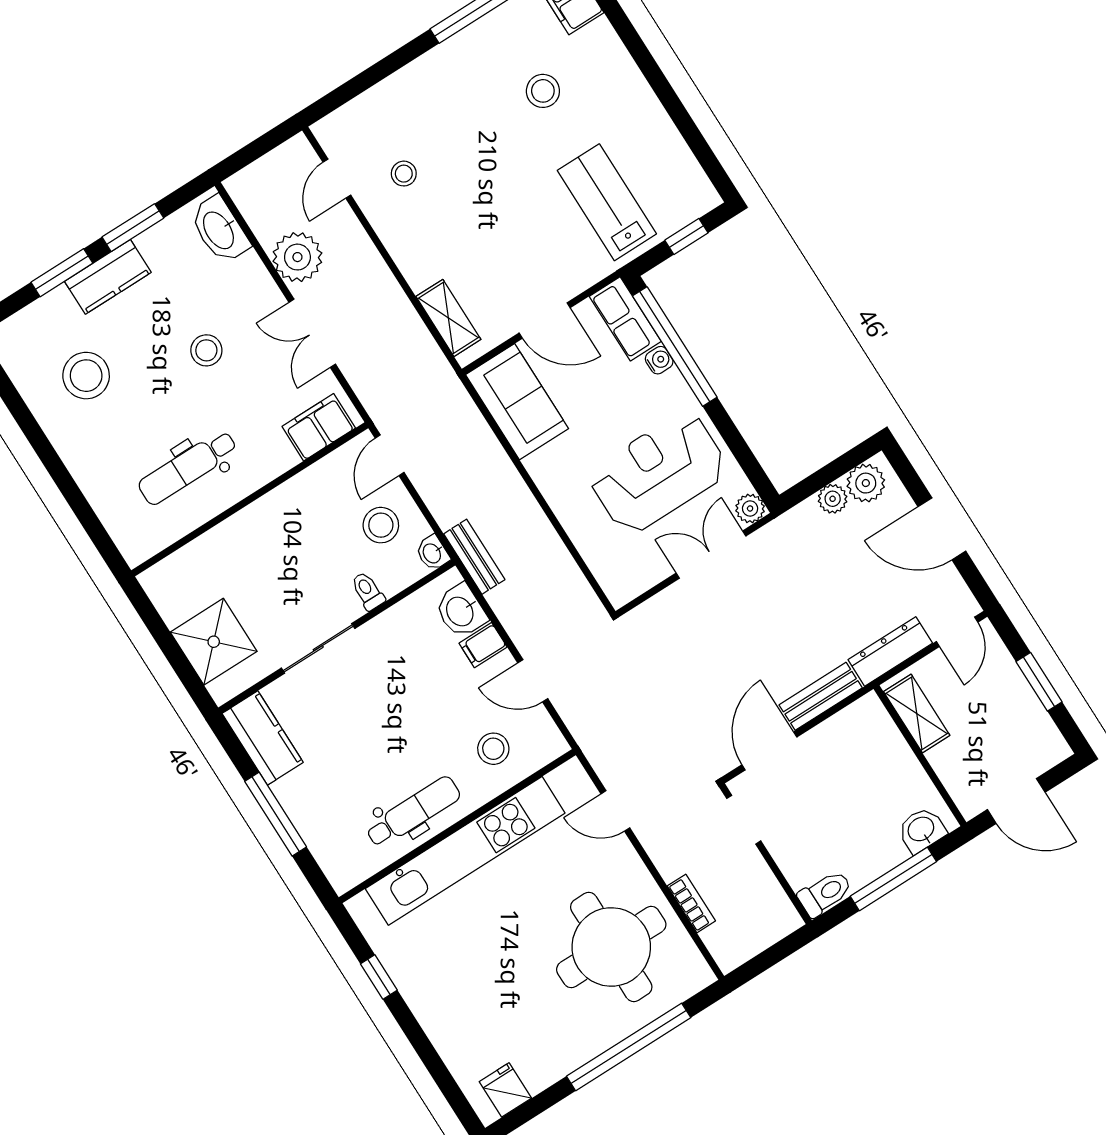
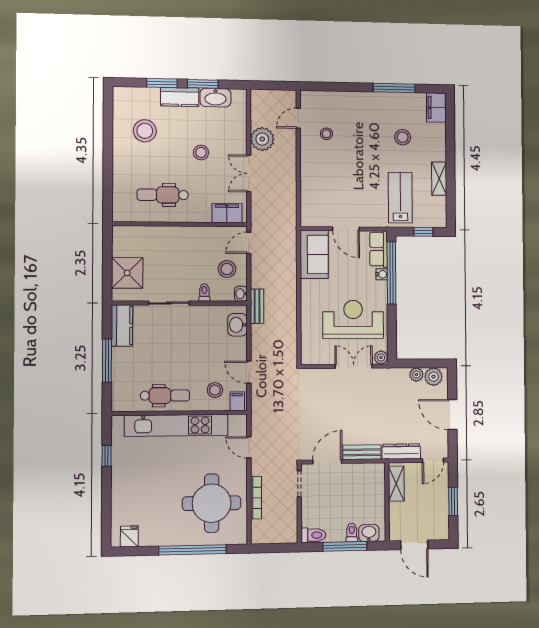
washbasin: (219, 230) -> (215, 98), moved, turned -90
shelving: (448, 318) -> (439, 179), moved
filing cabinet: (483, 645) -> (237, 401), moved, turned 90
toilet: (890, 848) -> (352, 533), added
bookcase: (691, 903) -> (256, 498), width x1.56

